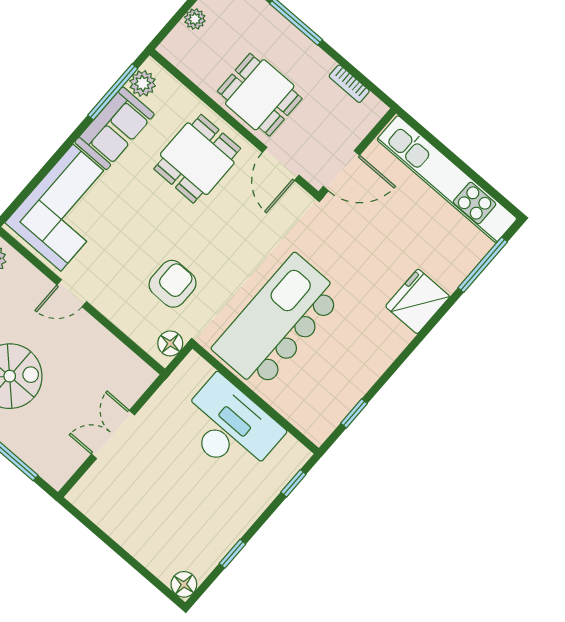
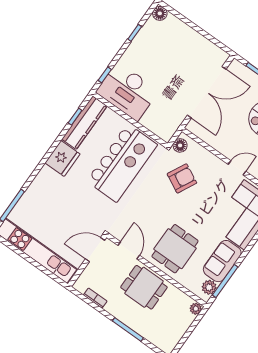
plant: (195, 19) -> (196, 309), moved
armchair: (173, 284) -> (182, 178), turned -153
fridge: (418, 301) -> (63, 158), moved
kitchen counter: (338, 401) -> (84, 123), added
desk: (230, 427) -> (127, 91), moved
double door: (113, 434) -> (207, 92), width x1.87

